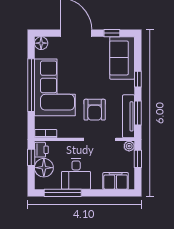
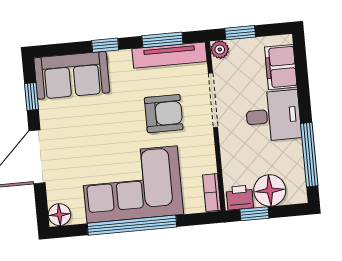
desk: (76, 174) -> (273, 116), moved

